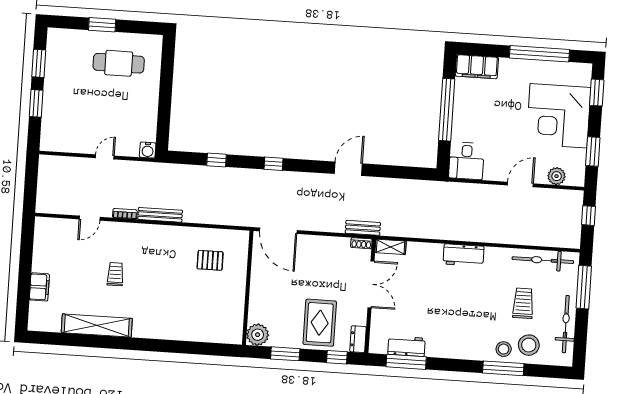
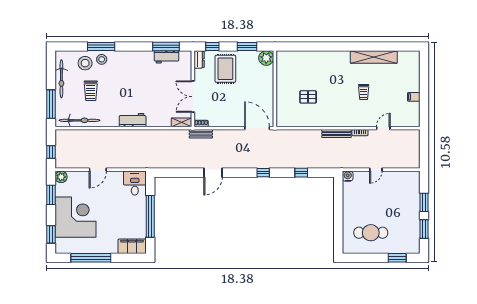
window: (102, 25) -> (397, 258), moved
plant: (557, 176) -> (61, 177), moved
pallet: (210, 260) -> (308, 97), moved
filing cabinet: (39, 287) -> (414, 97), moved, width x0.50

